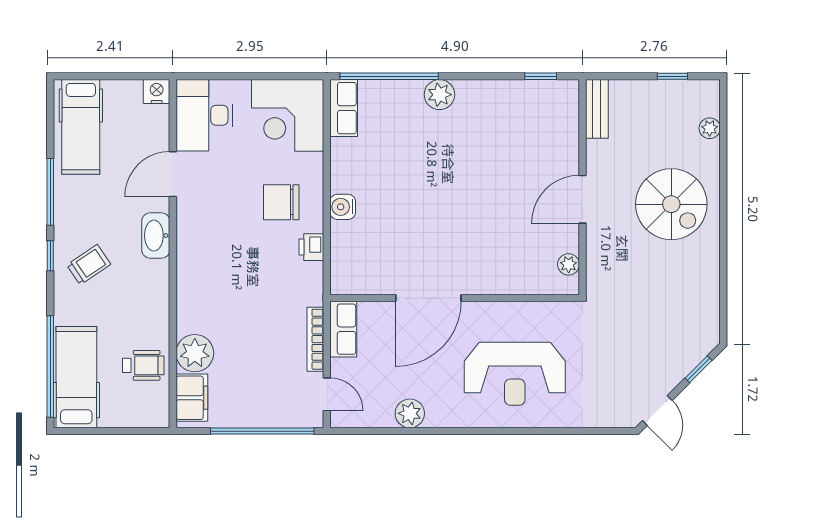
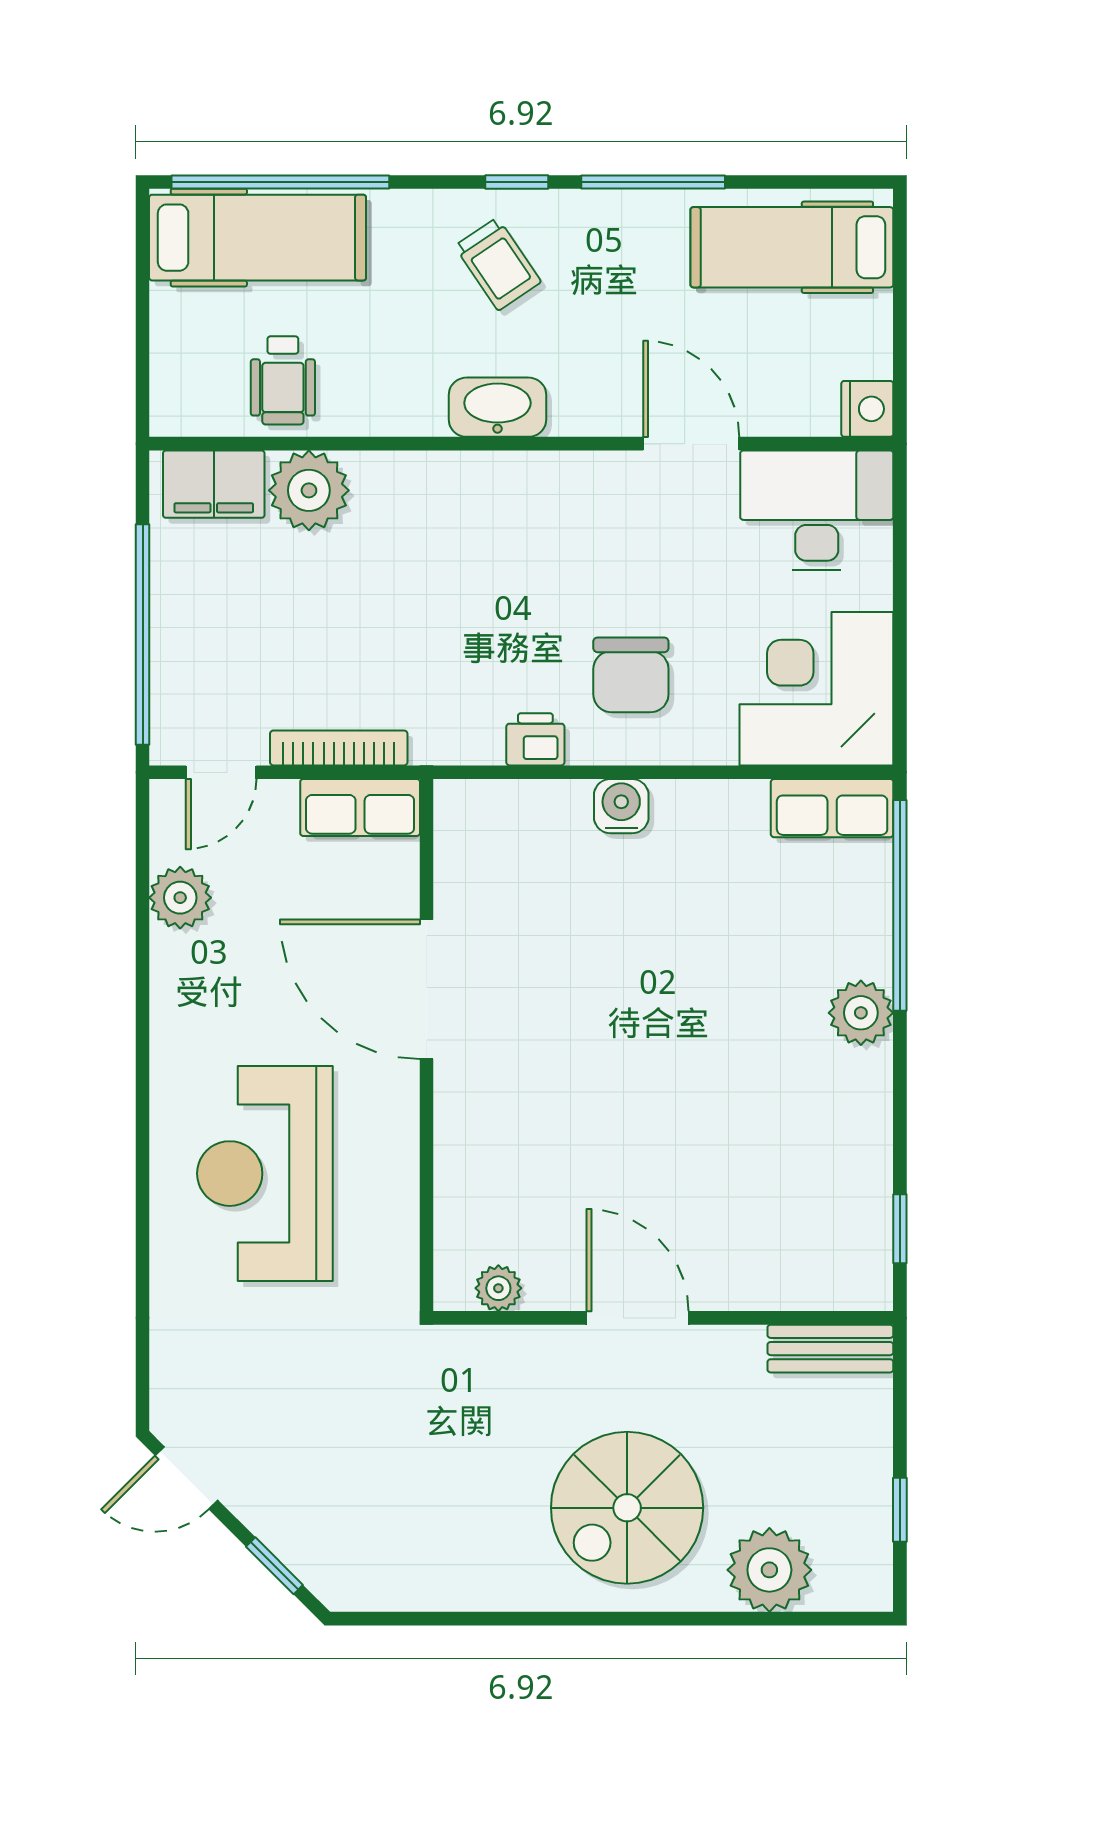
plant: (710, 128) -> (769, 1570), width x1.88, depth x1.88
chair: (281, 202) -> (631, 675), turned 180
washbasin: (156, 236) -> (497, 407), moved
plant: (410, 413) -> (180, 898), moved

